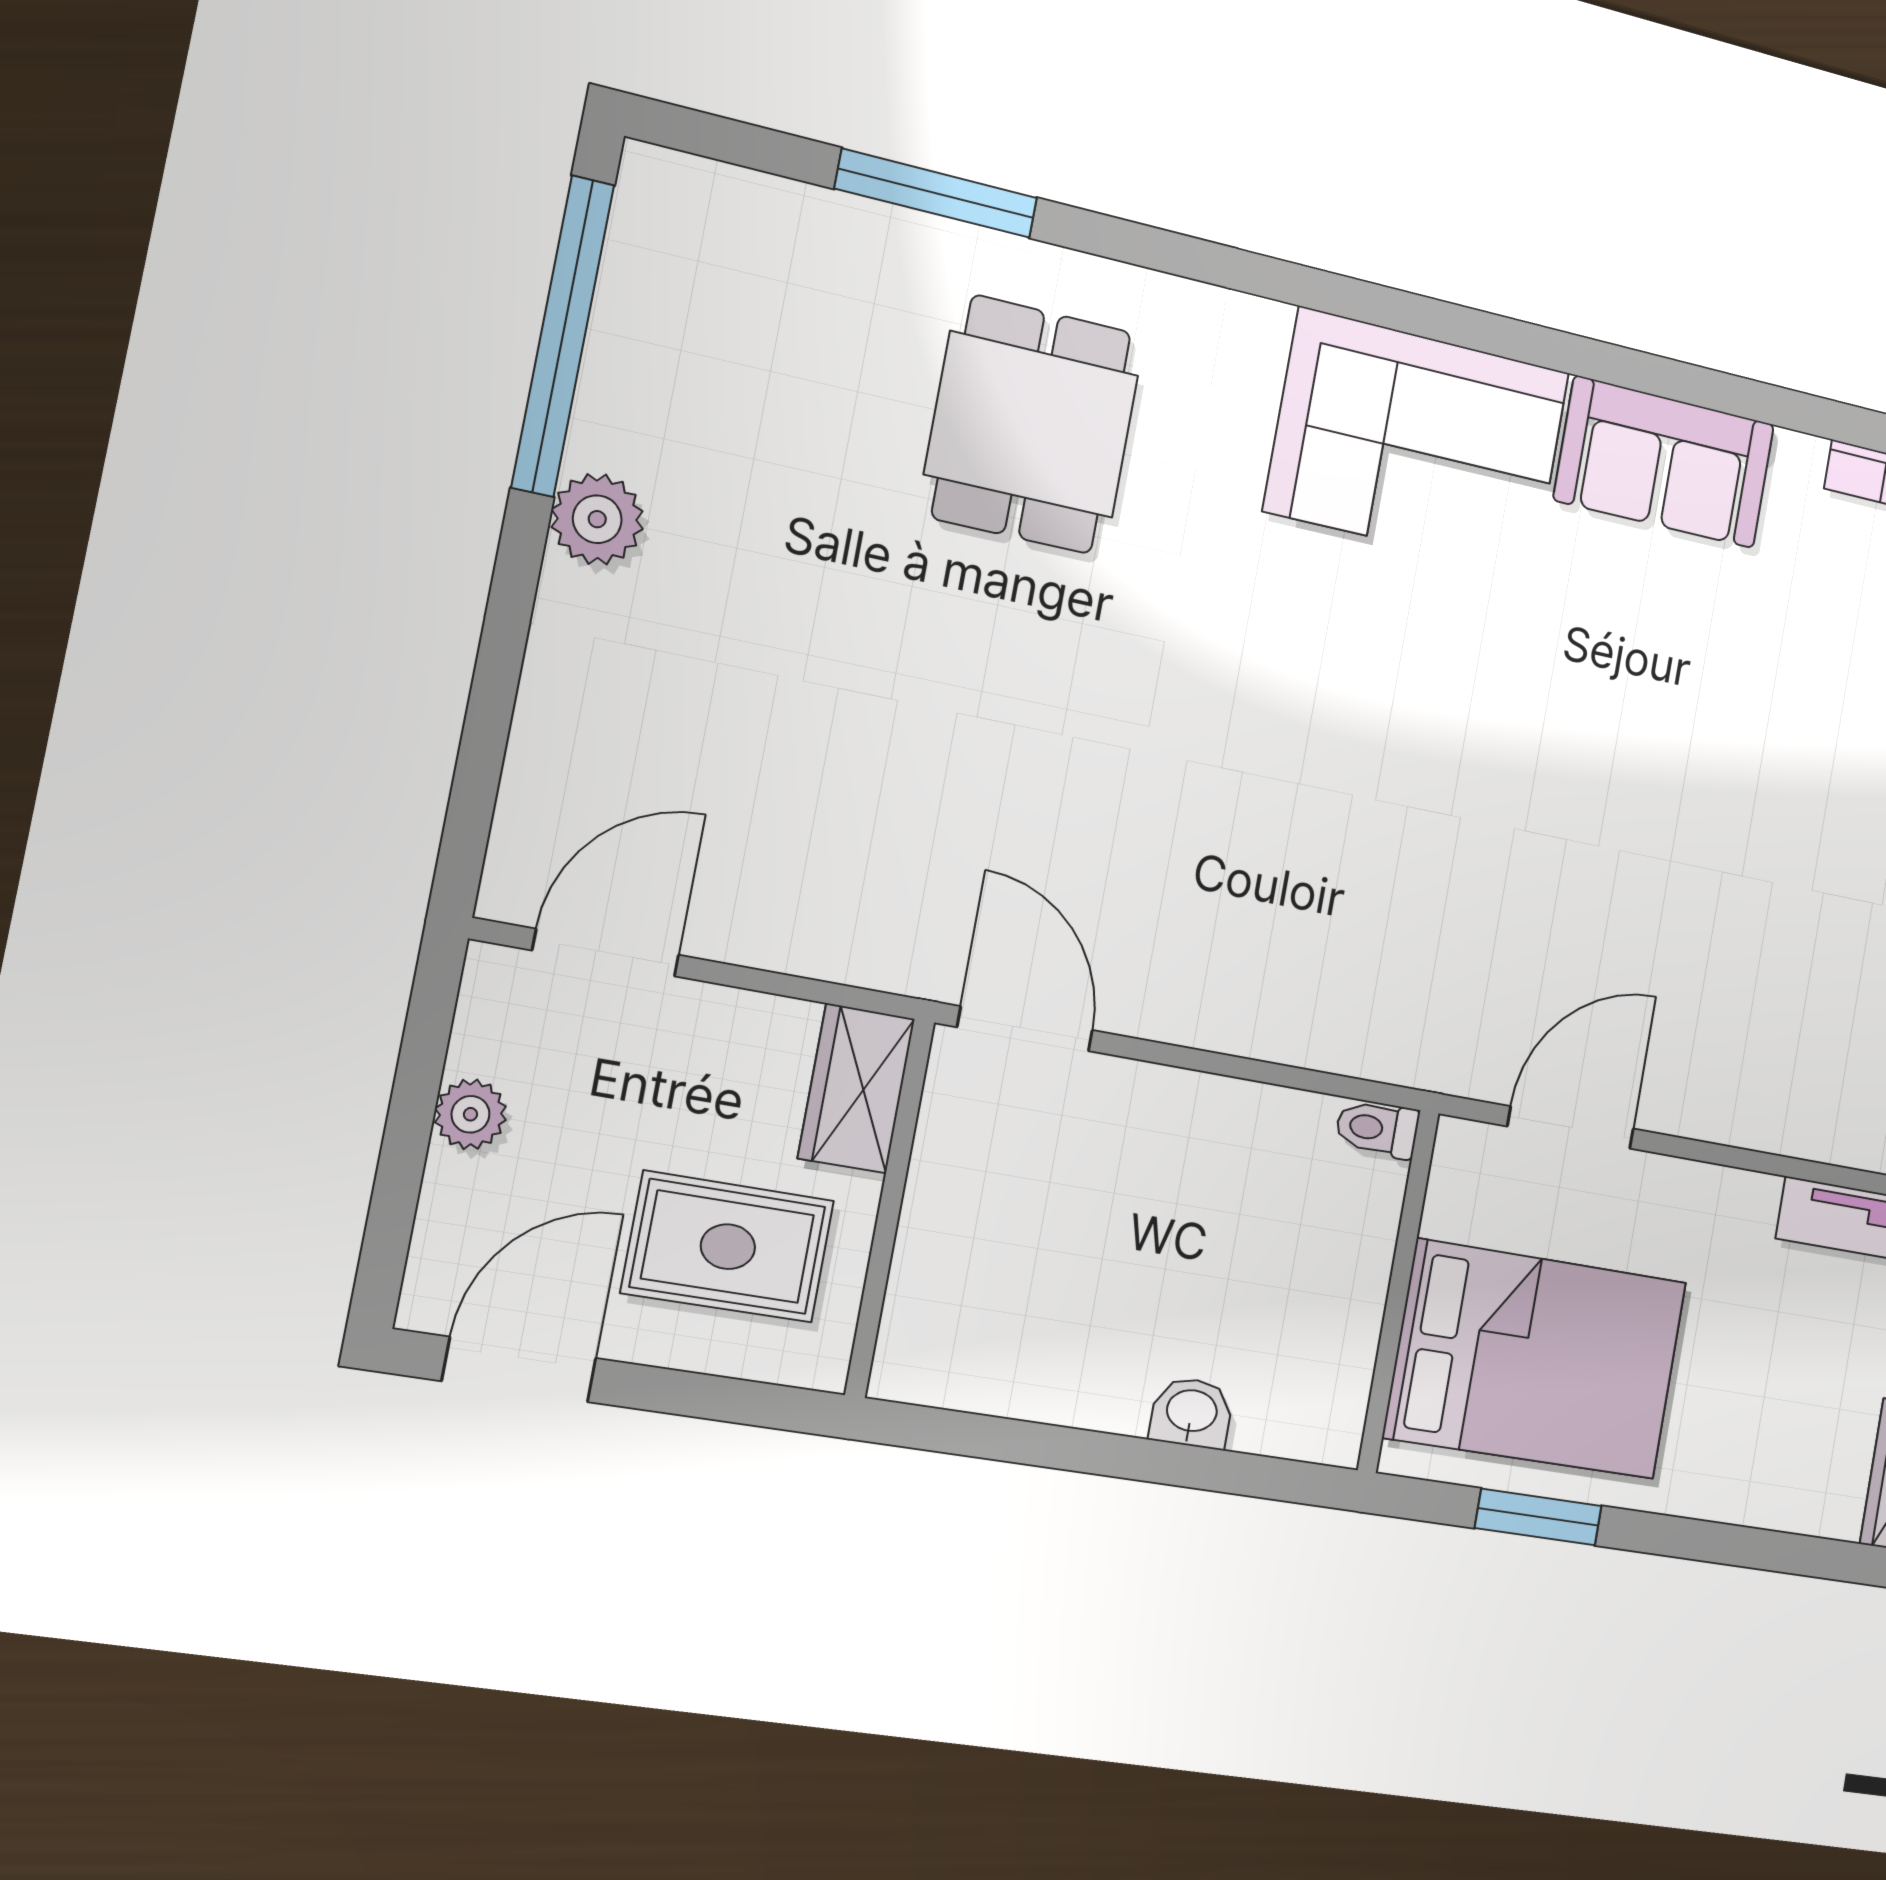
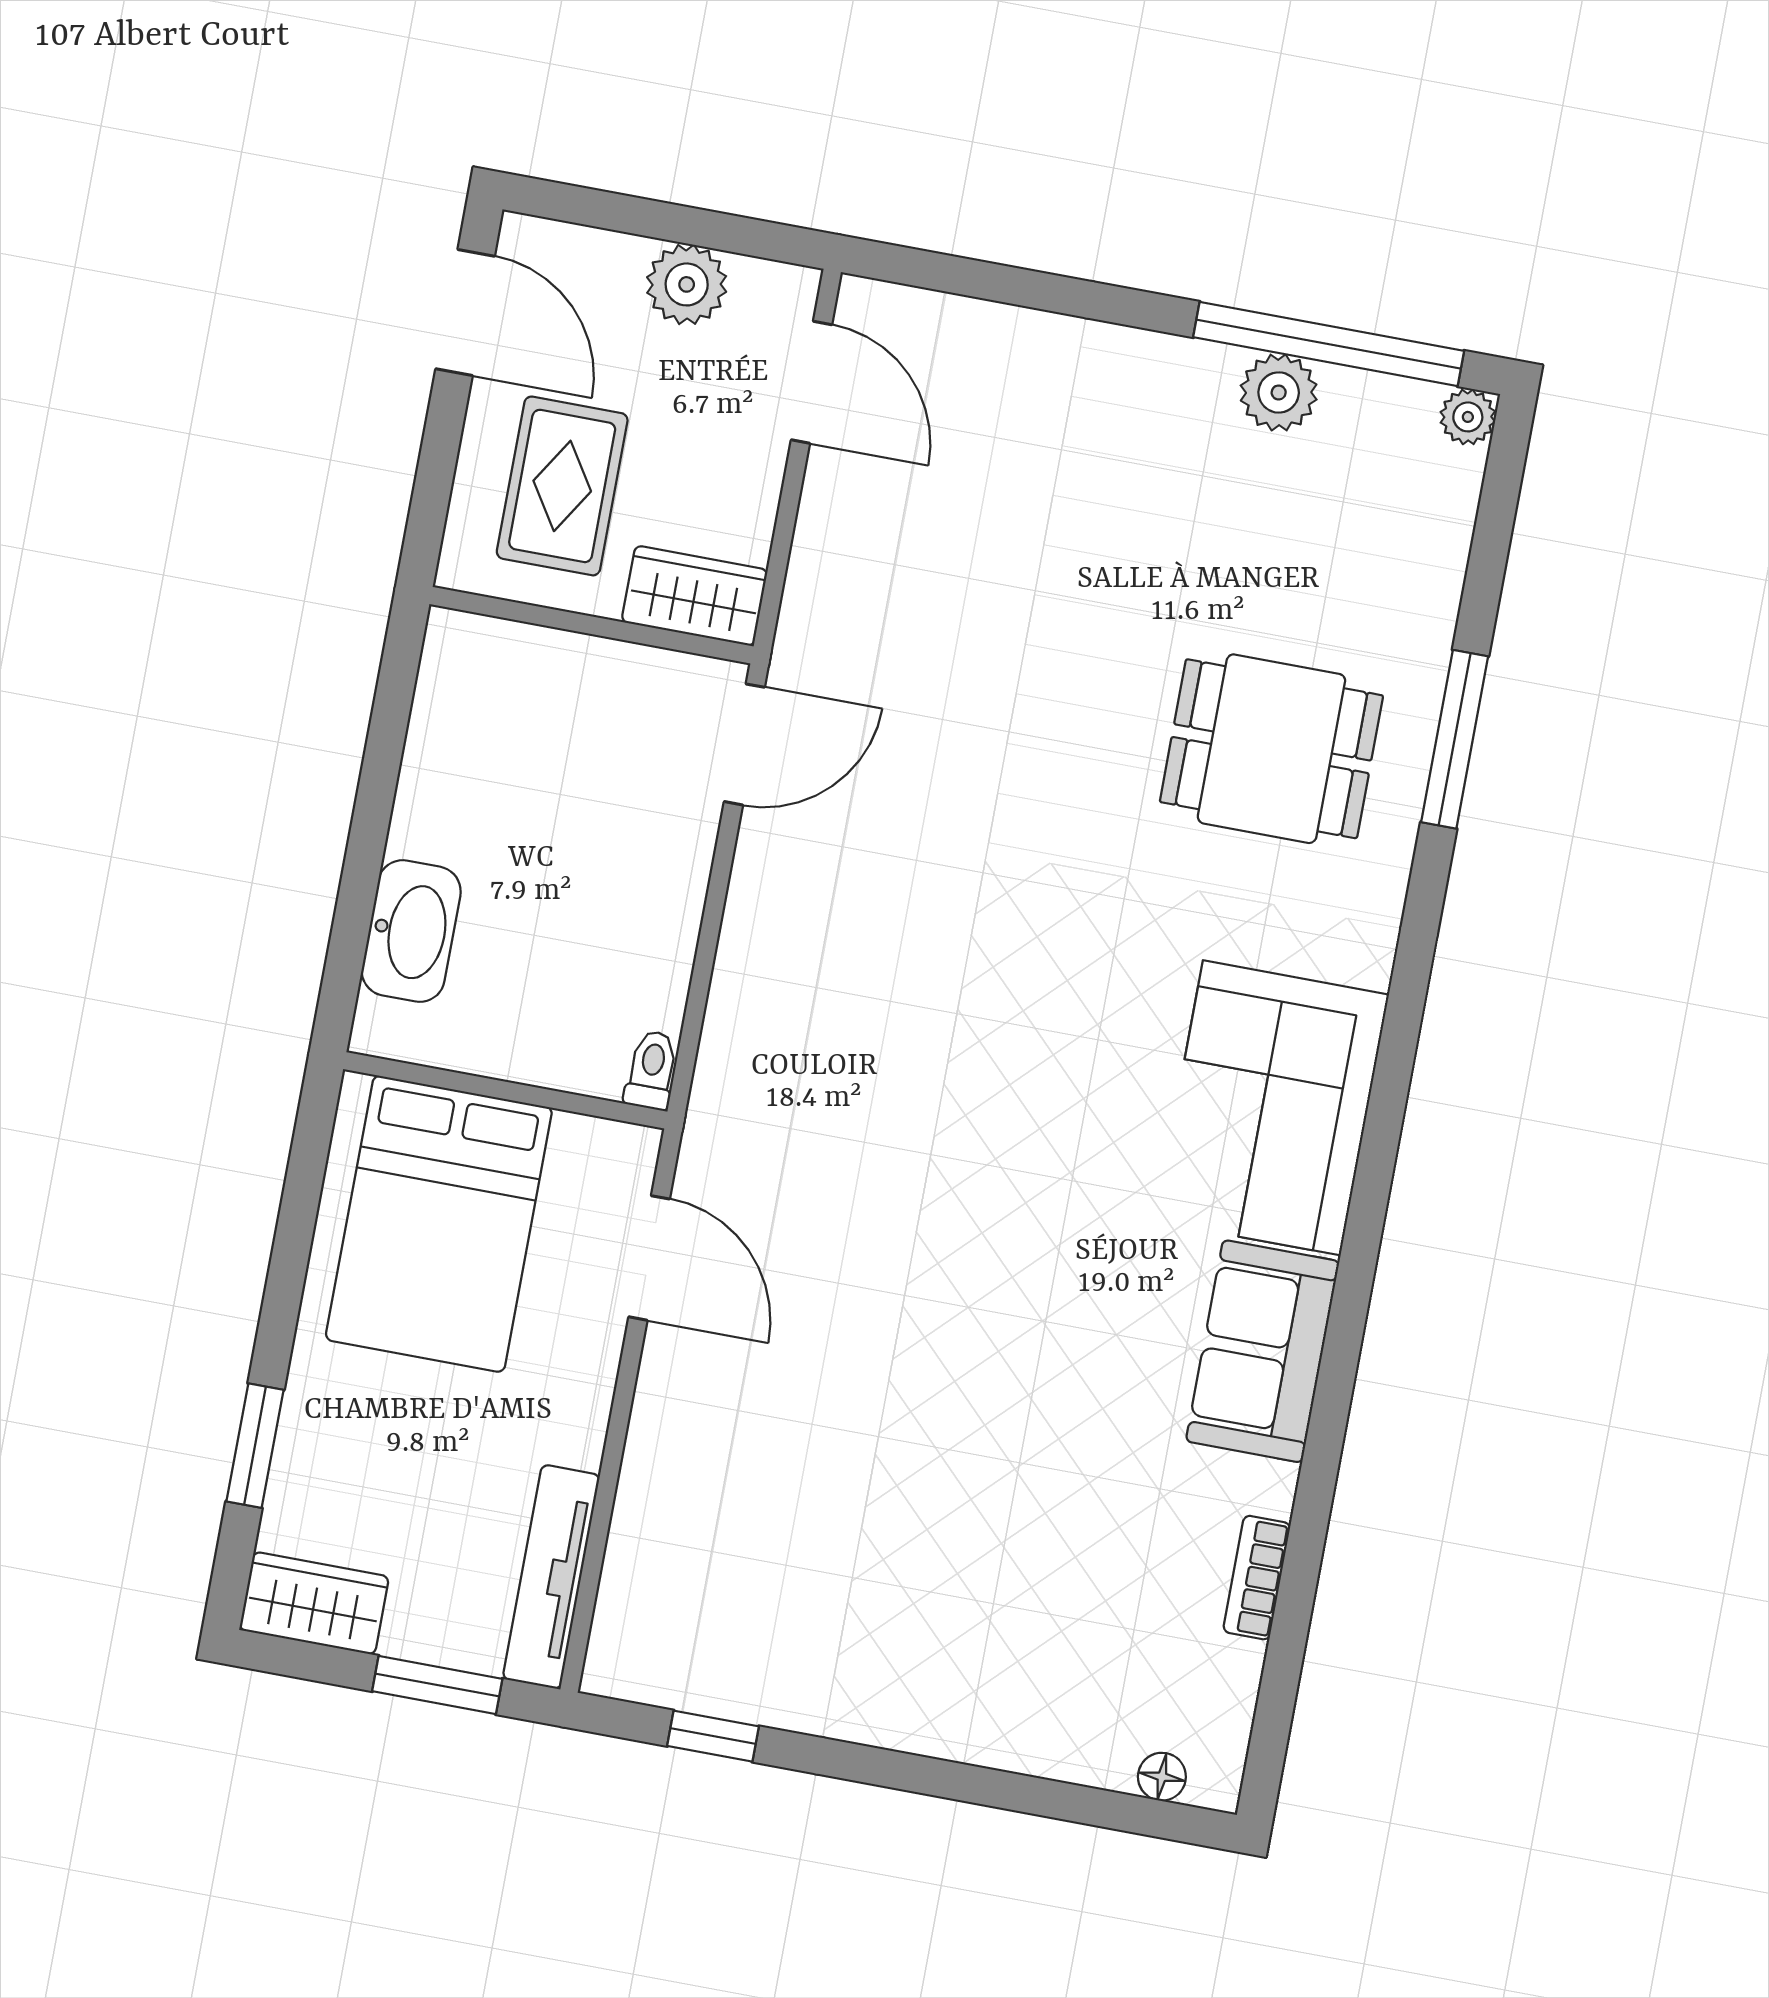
plant: (651, 176) -> (1468, 417), added
window: (936, 193) -> (1455, 739), moved
plant: (597, 519) -> (1279, 392), moved
plant: (470, 1114) -> (687, 284), width x1.38, depth x1.38
washbasin: (1192, 1413) -> (411, 931), width x1.91, depth x1.45
window: (1538, 1517) -> (255, 1446), moved

